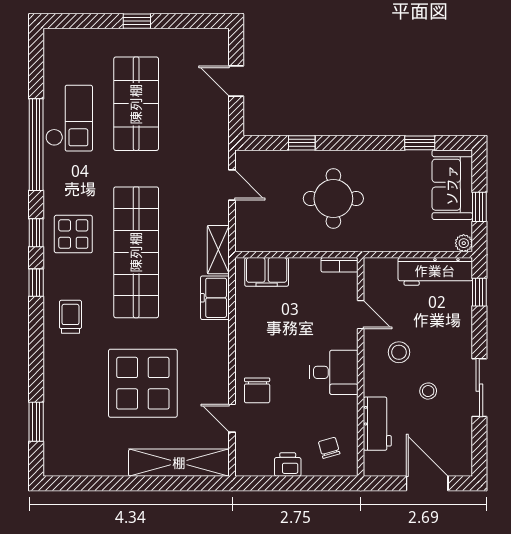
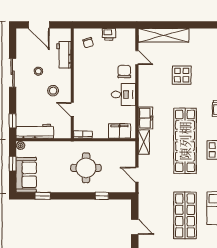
desk: (334, 372) -> (123, 95), moved, turned 180
display table: (143, 383) -> (182, 75), width x0.54, depth x0.54

